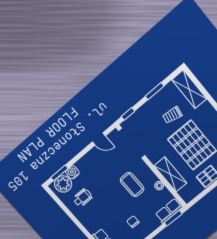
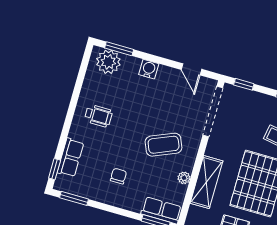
water cooler: (72, 172) -> (149, 69), moved
coffee table: (132, 184) -> (164, 145), turned 67
wheelchair: (83, 198) -> (98, 116), moved

